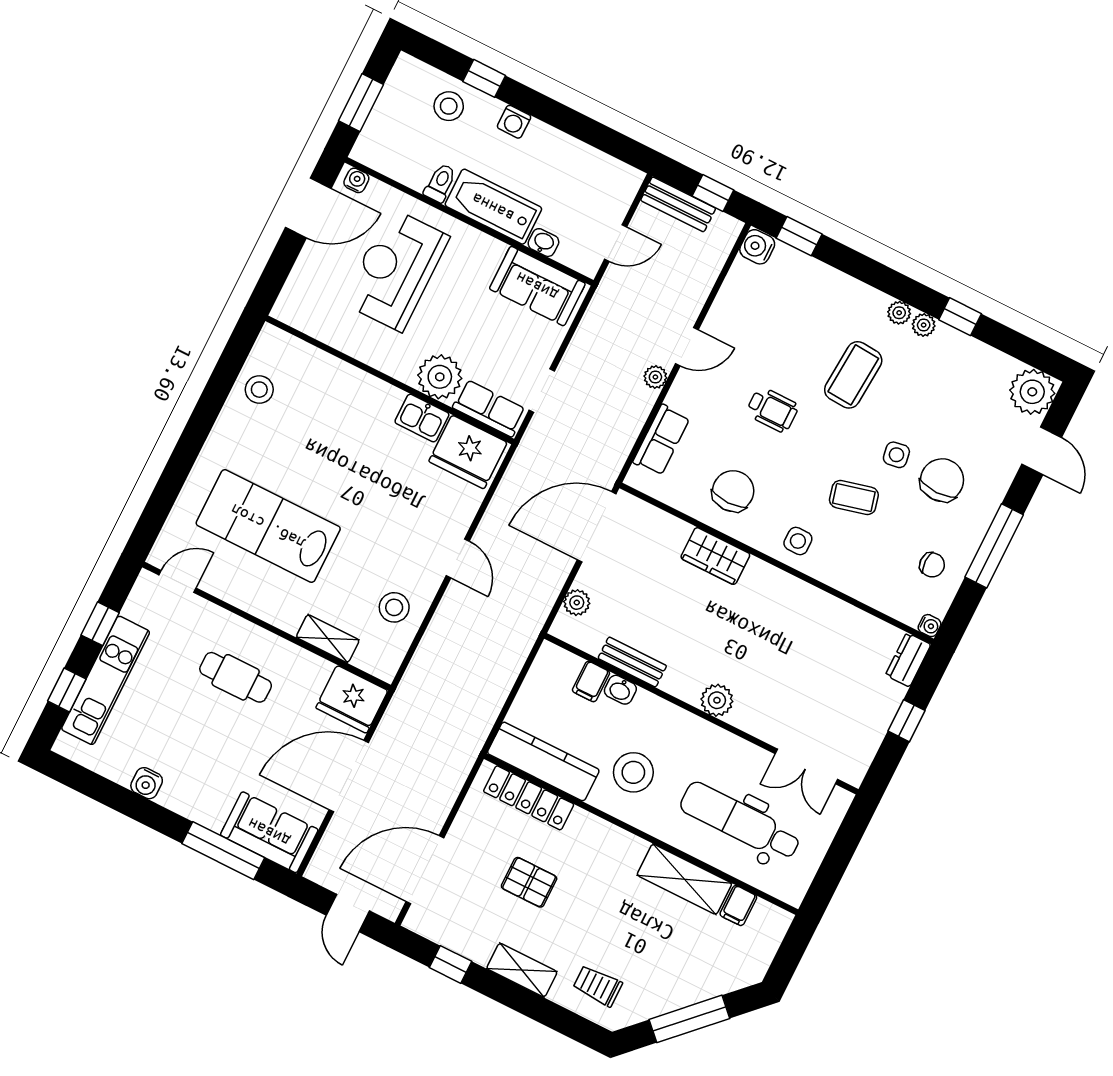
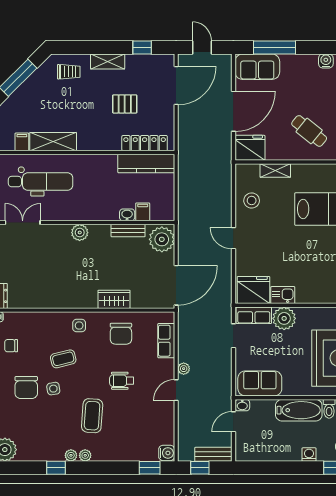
washbasin: (543, 243) -> (242, 405), moved
plant: (577, 603) -> (162, 239), width x1.87, depth x1.87
cafe table: (236, 677) -> (309, 131), turned 39
stool: (633, 772) -> (102, 179), removed

